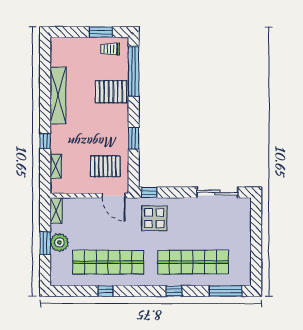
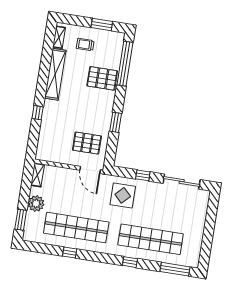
trolley: (110, 49) -> (85, 45), moved
shelving: (56, 166) -> (59, 37), moved
window: (149, 192) -> (143, 175), moved
window: (45, 243) -> (21, 220), moved

